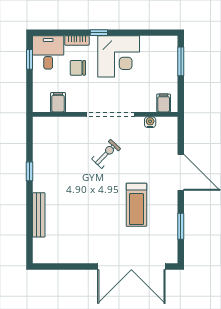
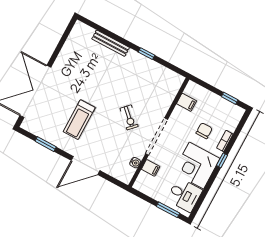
desk: (48, 52) -> (184, 195), moved
filing cabinet: (164, 103) -> (151, 168), moved
treadmill: (136, 205) -> (79, 120), turned -90

